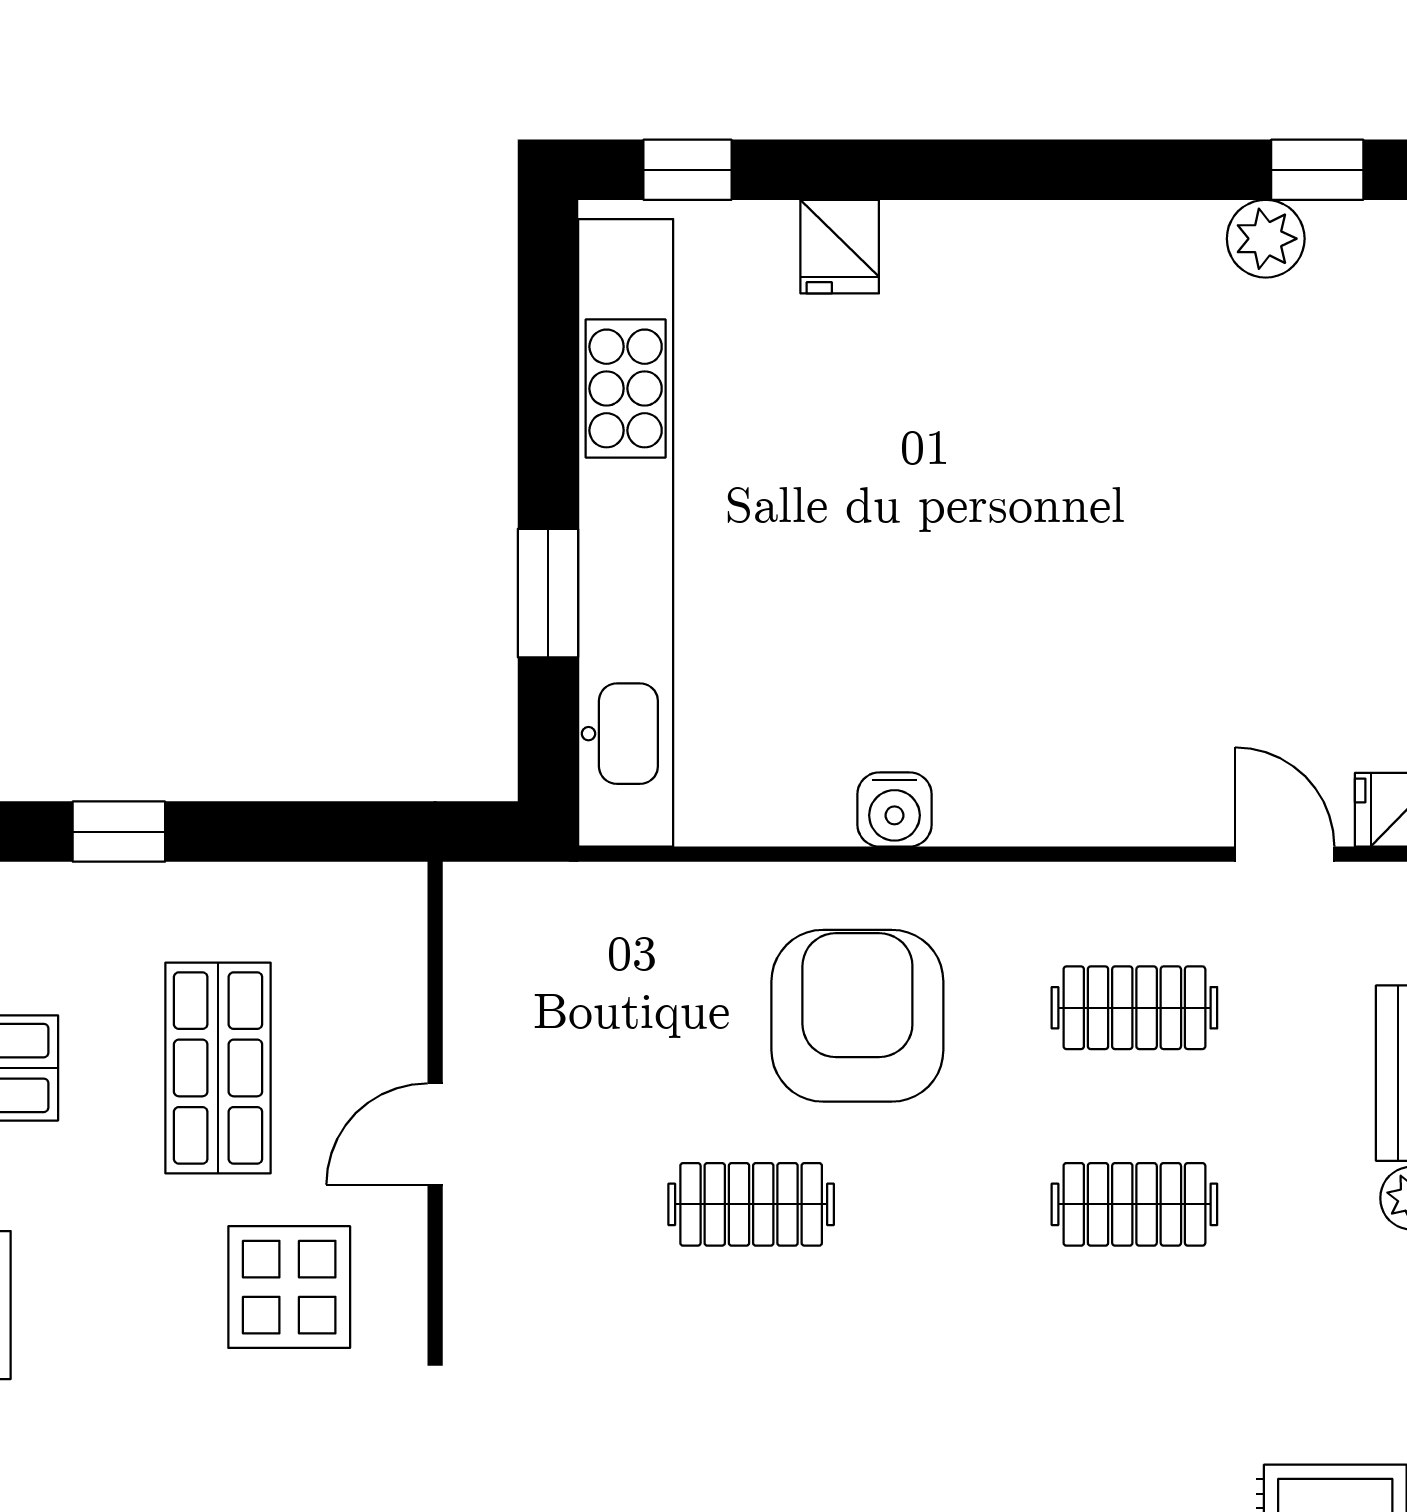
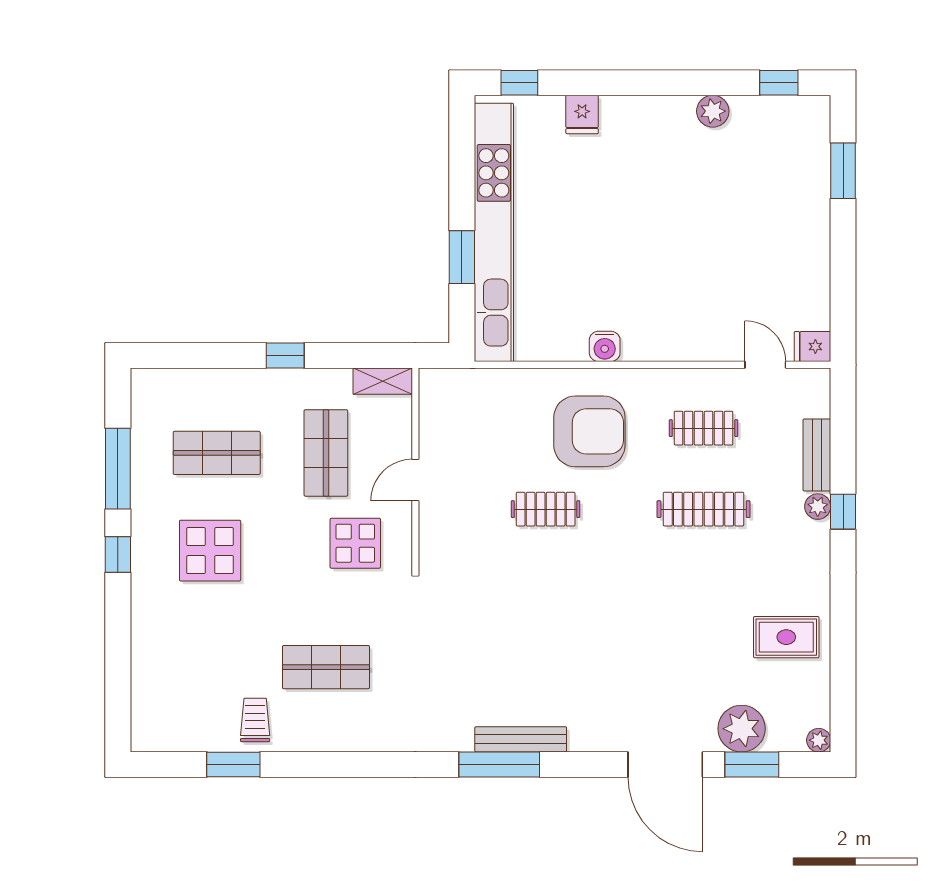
plant: (1266, 239) -> (713, 111), moved
shelving: (356, 894) -> (383, 381), added
armchair: (857, 1016) -> (589, 431), turned 90
clothes rail: (1134, 1204) -> (704, 509), width x1.36

